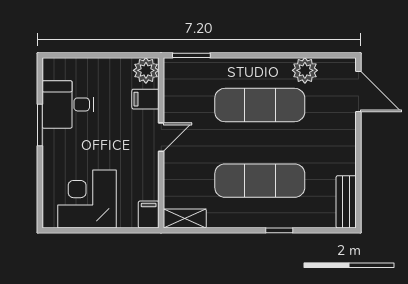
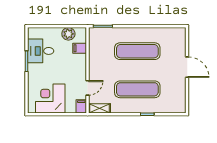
plant: (146, 70) -> (68, 34), moved
plant: (305, 70) -> (160, 34), removed
door: (358, 92) -> (187, 67), moved
door: (161, 137) -> (88, 88), moved
bench: (346, 202) -> (181, 100), removed

